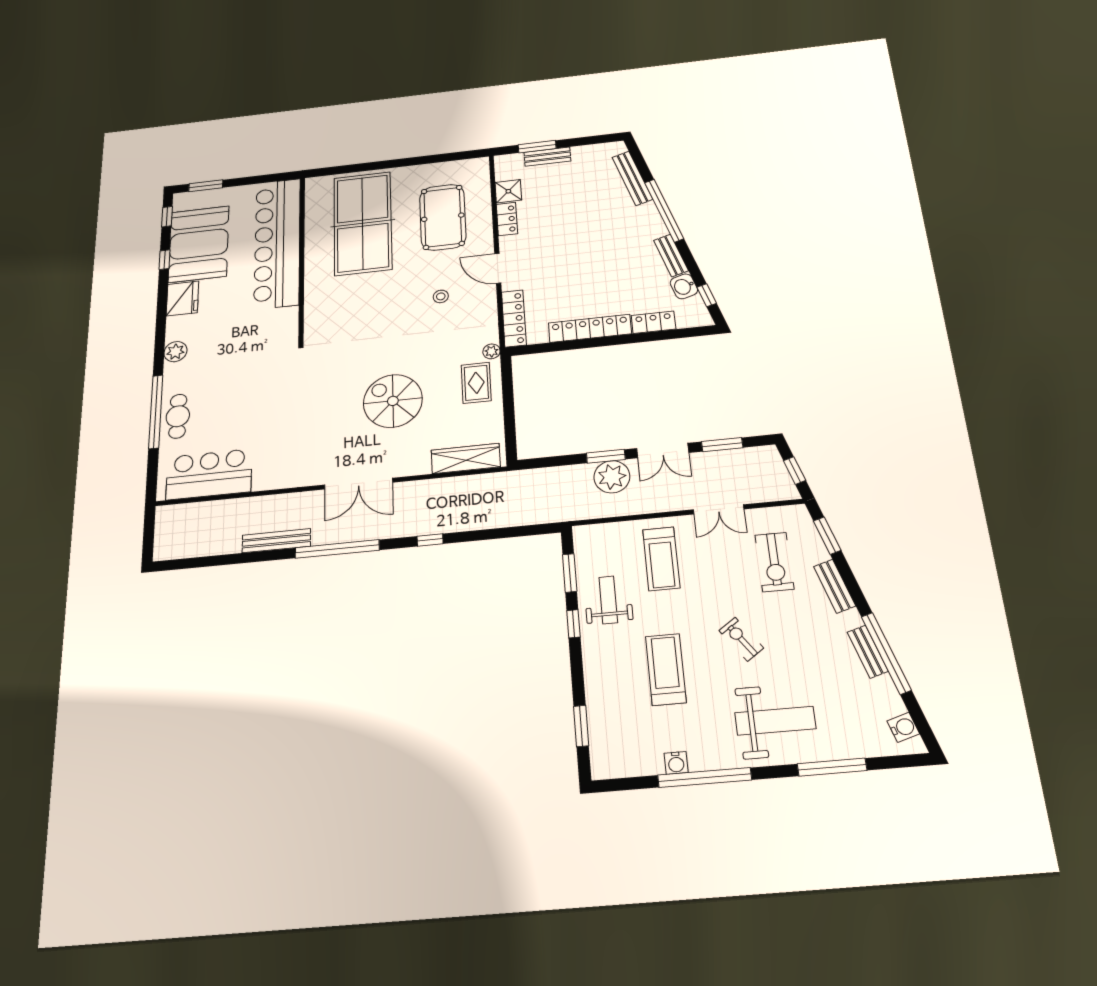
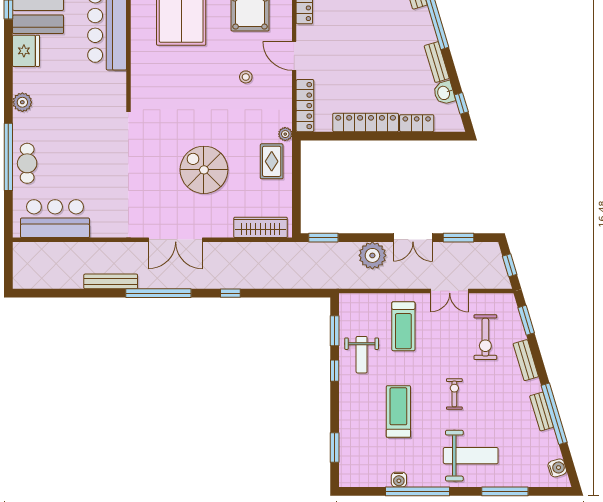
window: (606, 456) -> (323, 238), moved
weight bench: (608, 600) -> (362, 355), turned 180
exercise bike: (741, 639) -> (454, 394), turned 35

